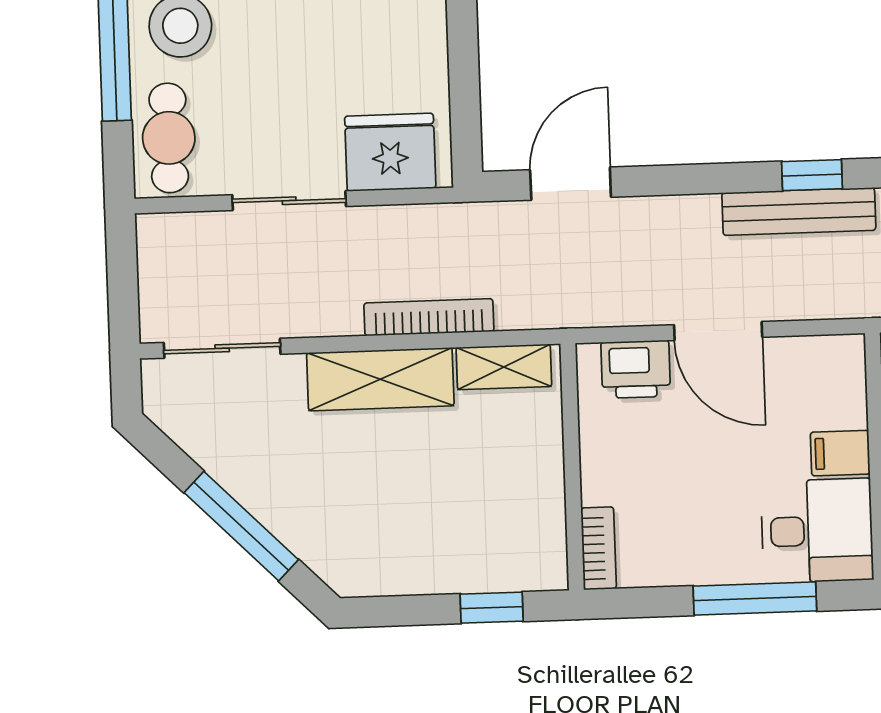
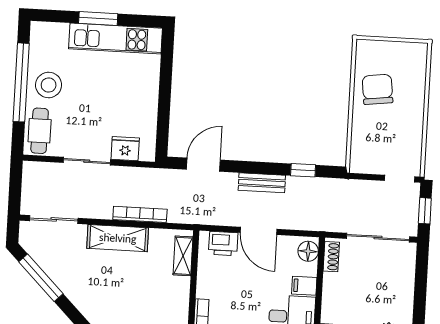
fridge: (390, 152) -> (125, 149), width x0.73, depth x0.75
bench: (799, 212) -> (262, 183), moved, width x0.73
shelving: (504, 367) -> (183, 256), moved, turned 90
floor lamp: (842, 369) -> (308, 251), added
window: (241, 526) -> (41, 278), moved

